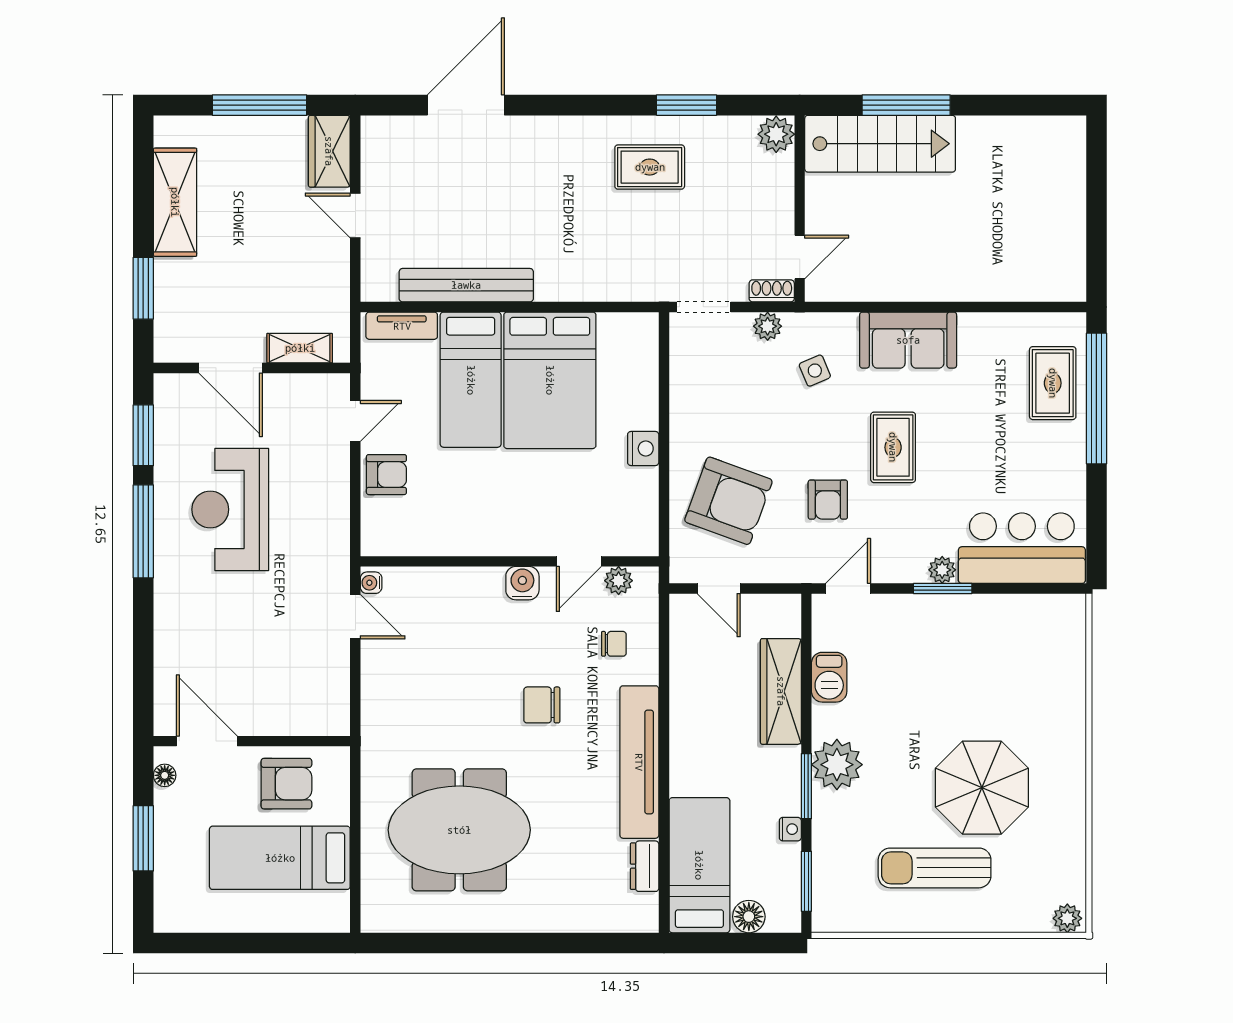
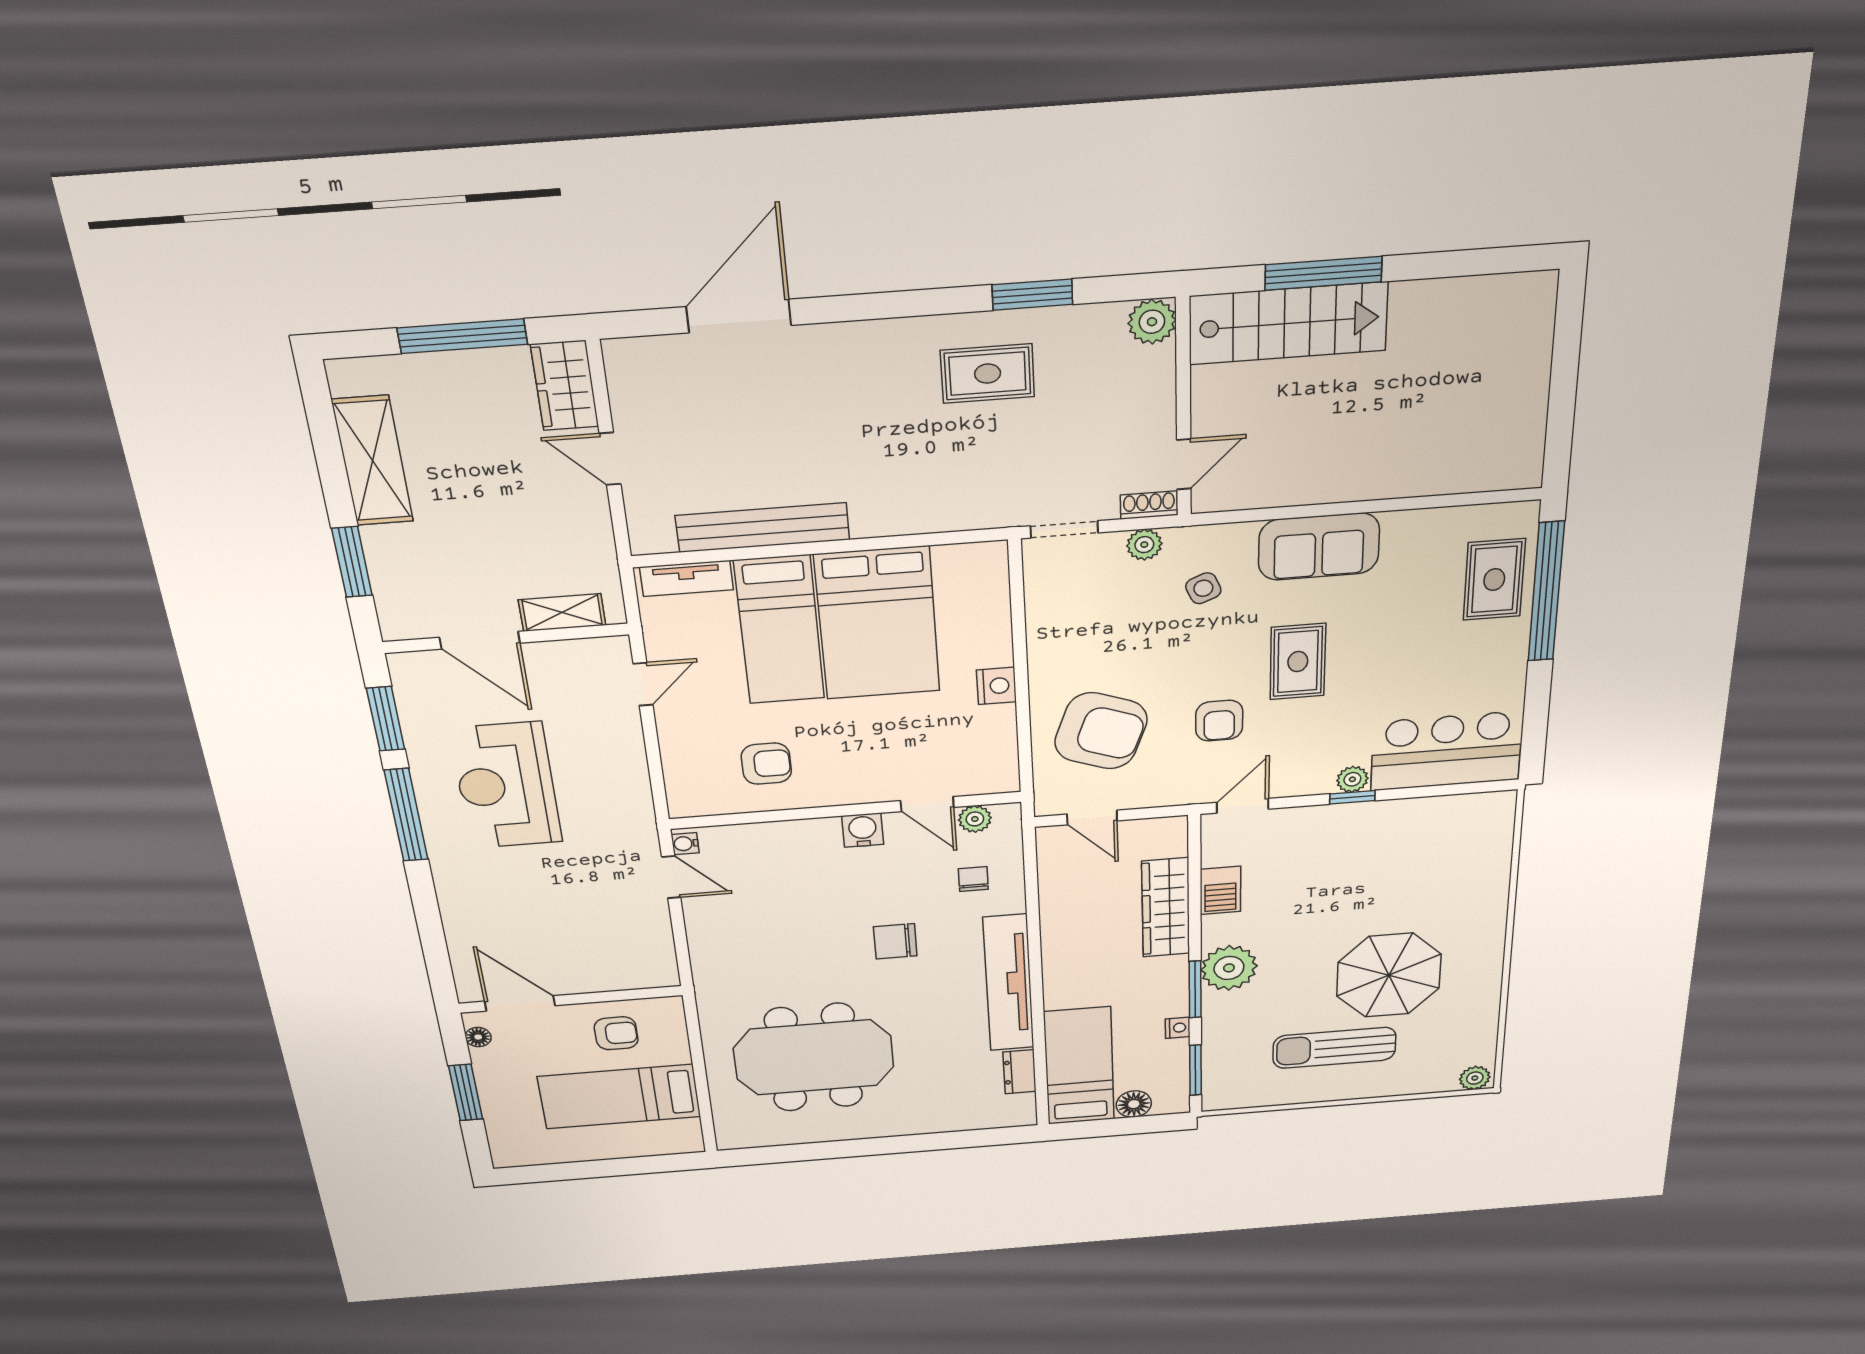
armchair: (386, 475) -> (766, 764), moved
door: (579, 561) -> (927, 804), hinge flipped
window: (943, 588) -> (1352, 797), width x0.67
chair: (614, 644) -> (973, 879), turned -90
armchair: (286, 784) -> (616, 1033), width x0.72, depth x0.72

